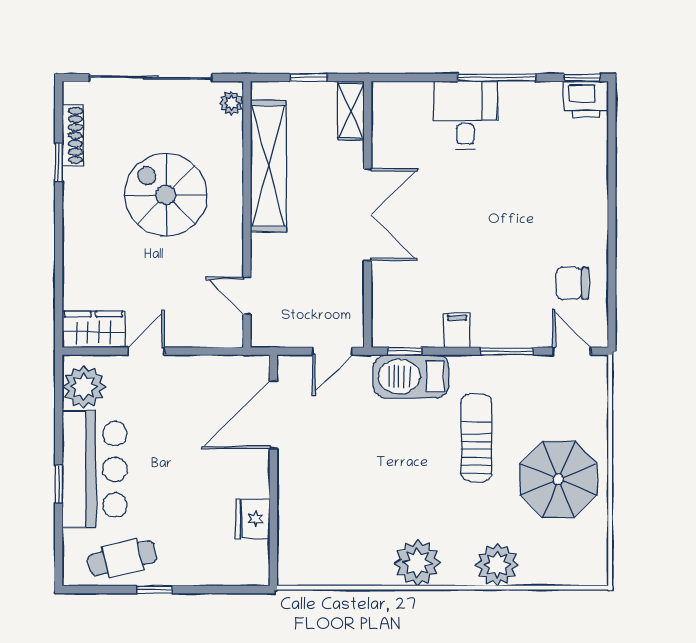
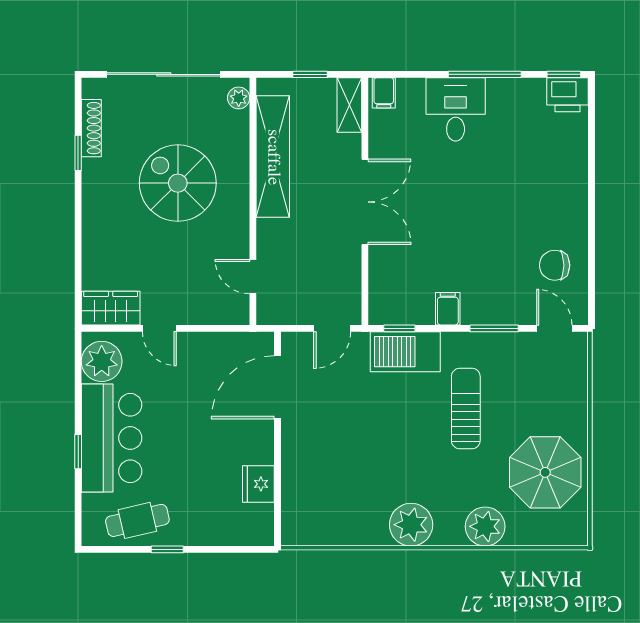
filing cabinet: (388, 97) -> (384, 93), added
door: (146, 351) -> (159, 328), swing flipped
parasol: (558, 479) -> (545, 472), moved

